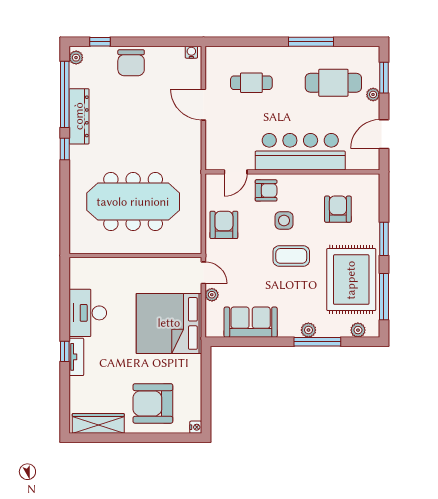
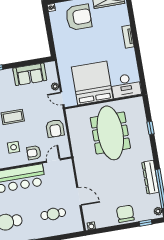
window: (65, 149) -> (150, 128), moved
meeting table: (133, 202) -> (110, 133), turned 90
side table: (284, 220) -> (14, 147), moved
desk: (88, 313) -> (126, 86), moved, turned 90
bed: (169, 323) -> (92, 83), moved, turned -90
window: (65, 351) -> (135, 39), removed

